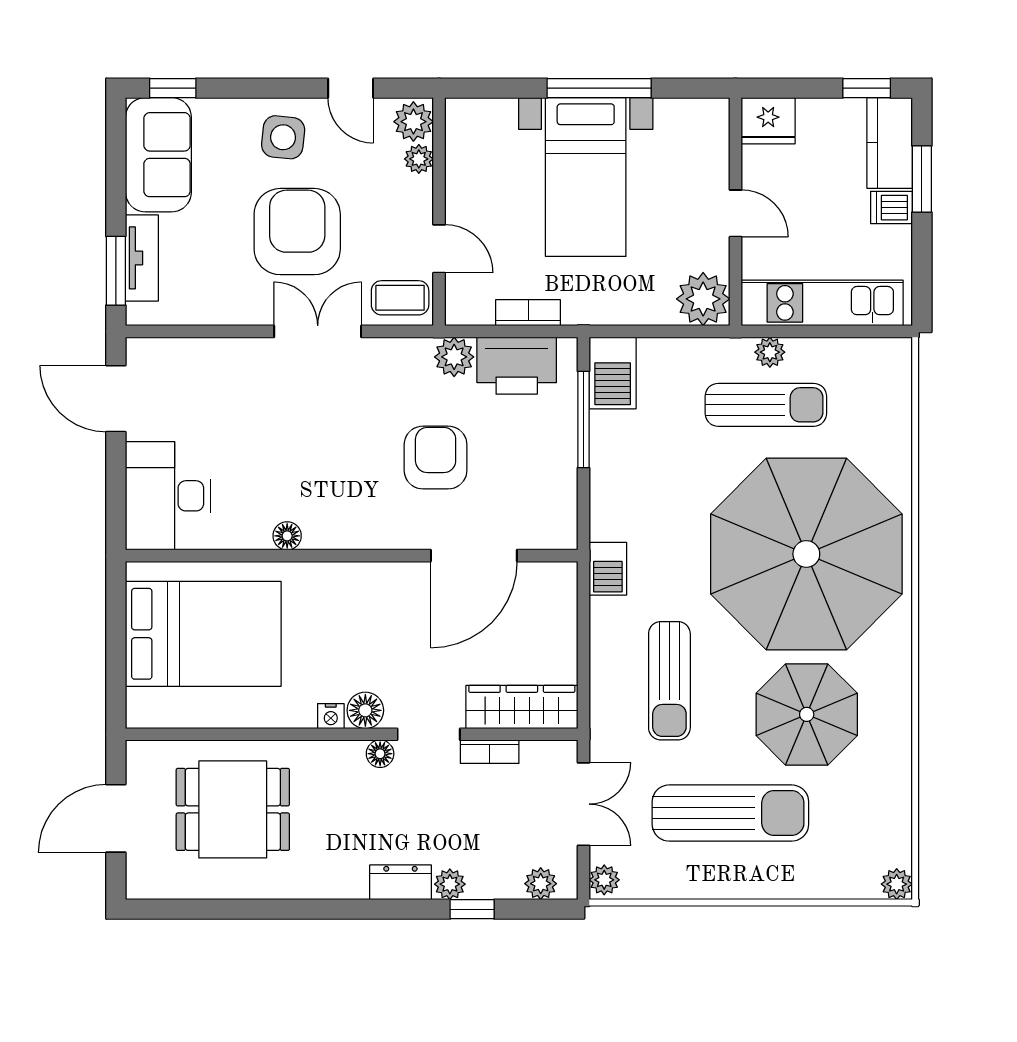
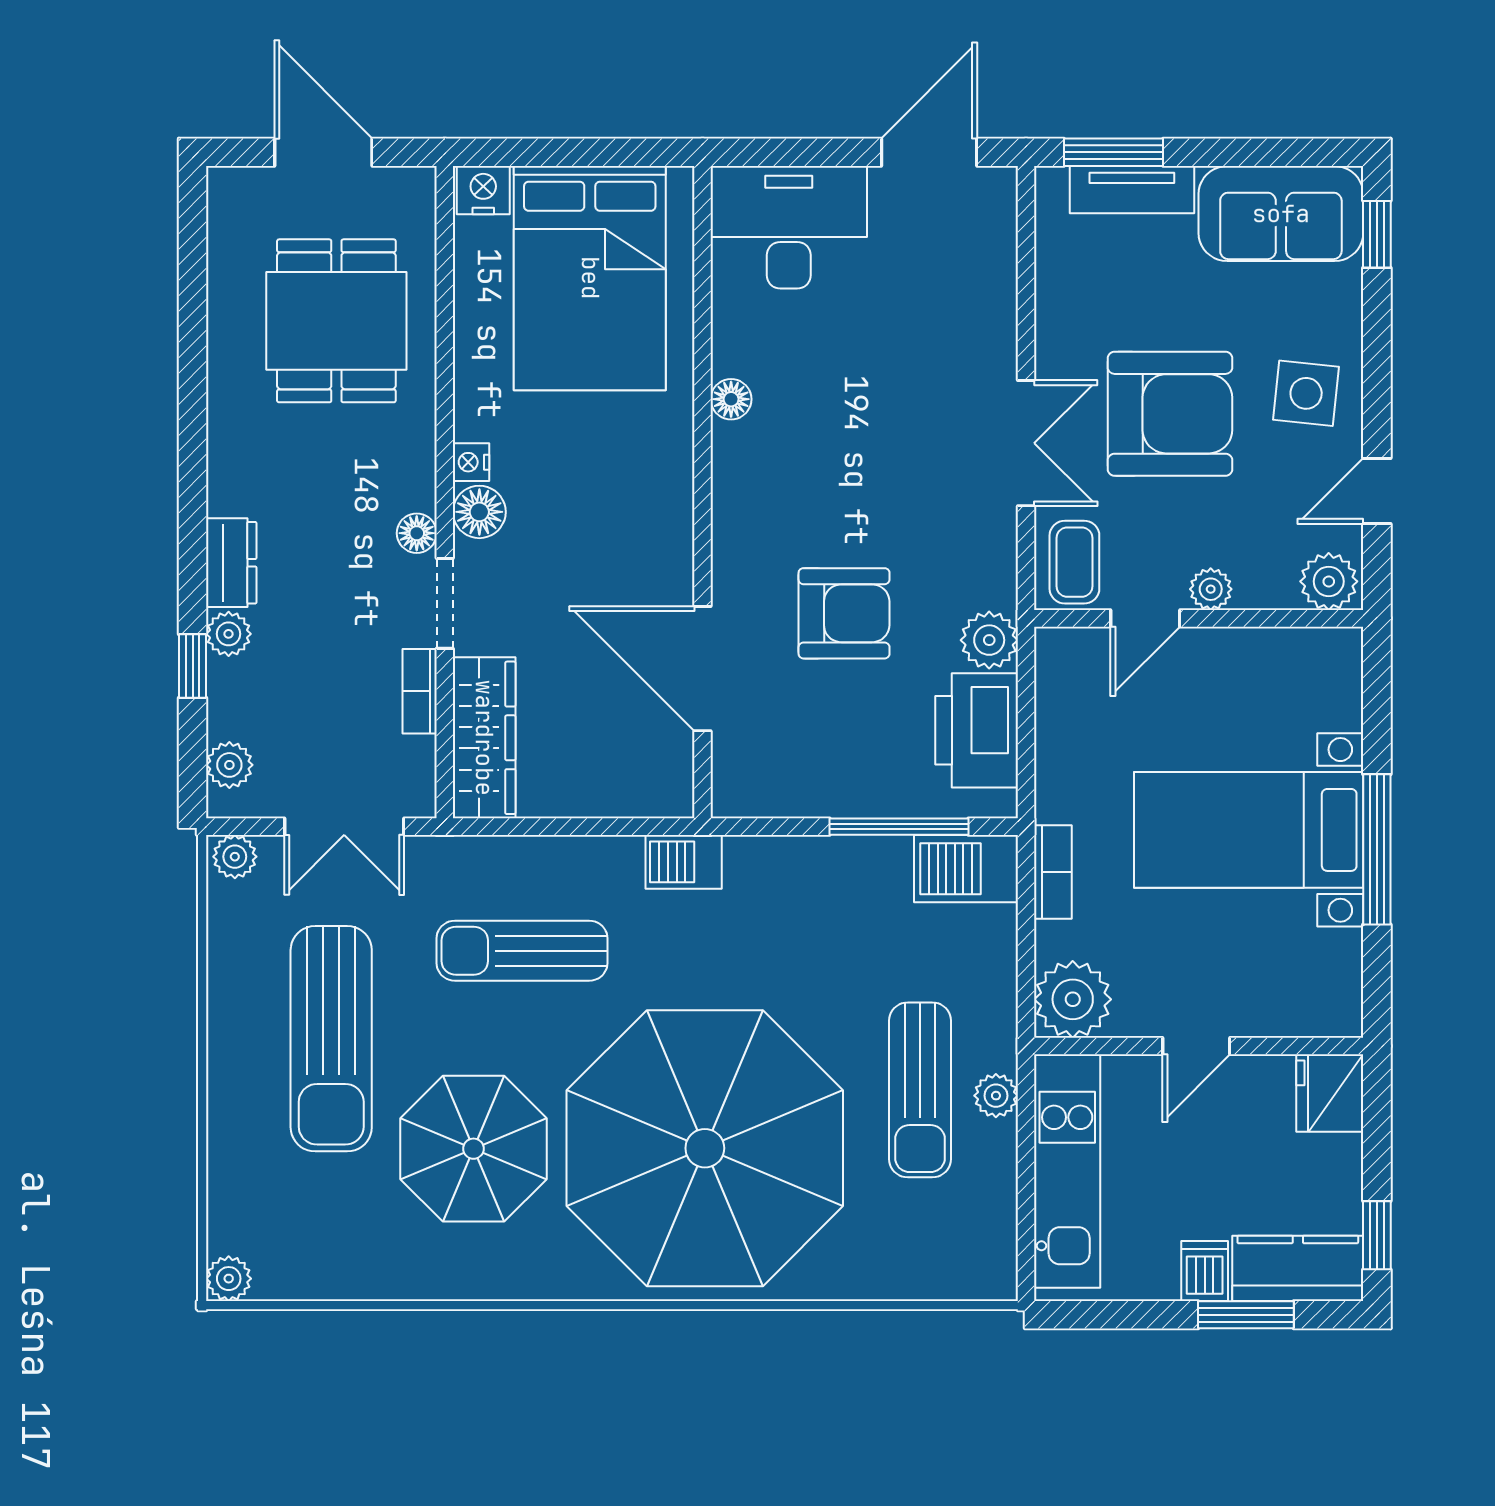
plant: (419, 159) -> (1211, 589), moved
bookcase: (528, 313) -> (1053, 872), moved
nightstand: (142, 708) -> (483, 190), added

